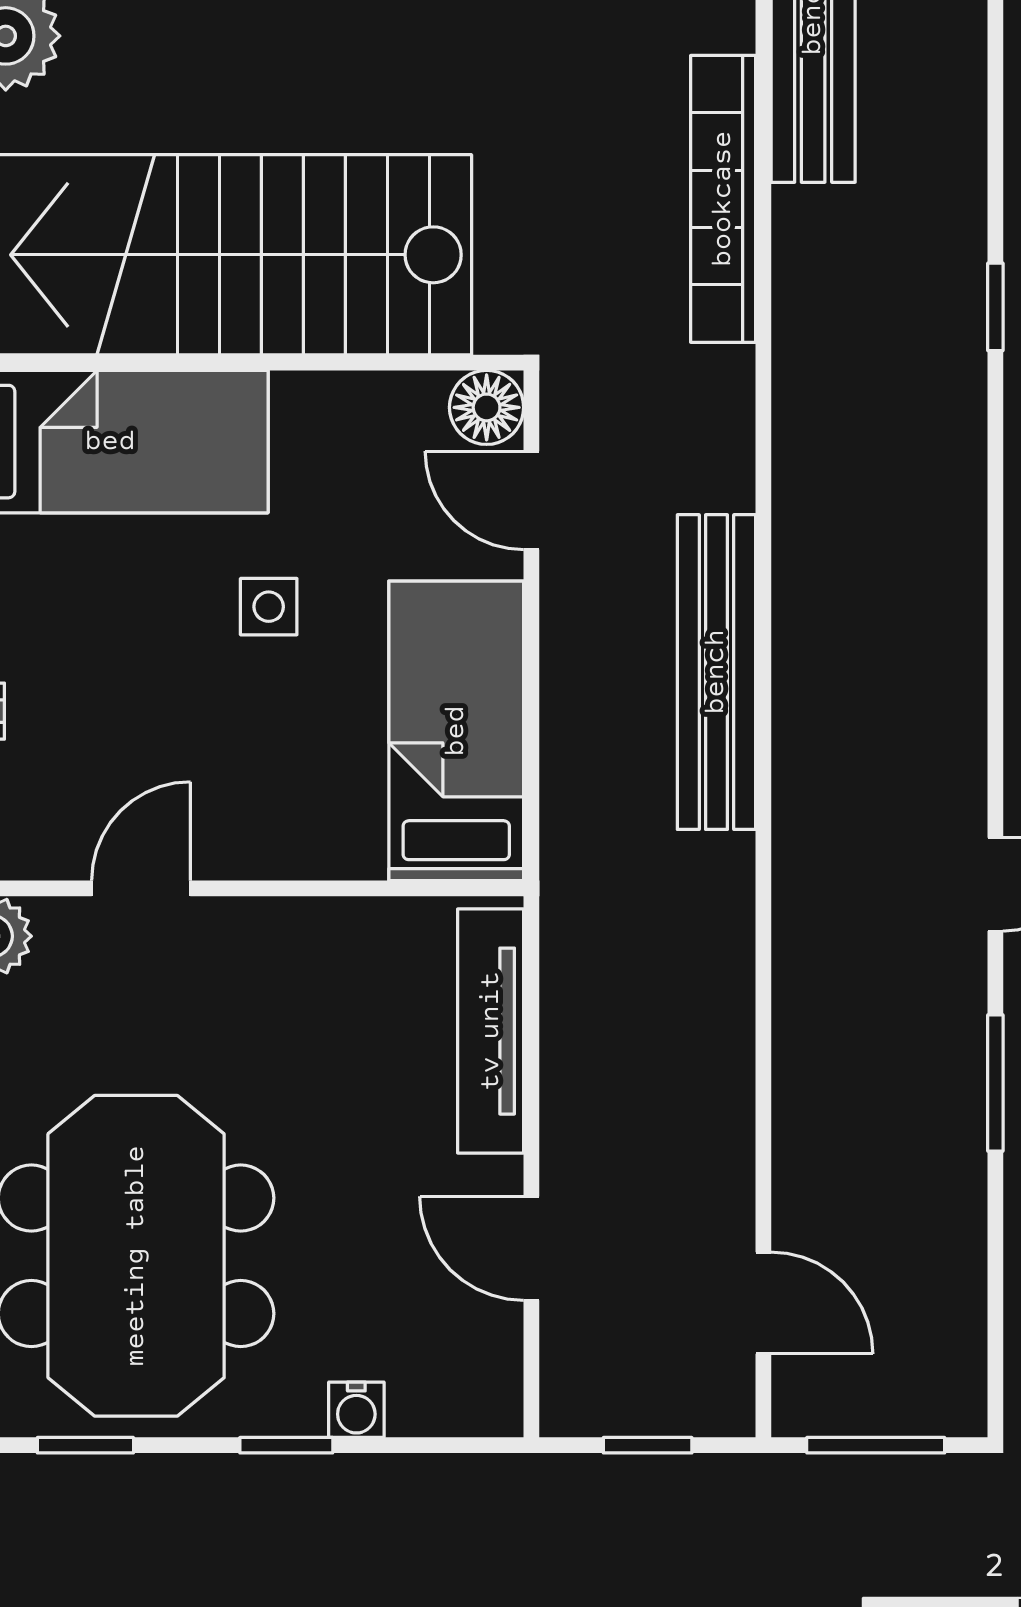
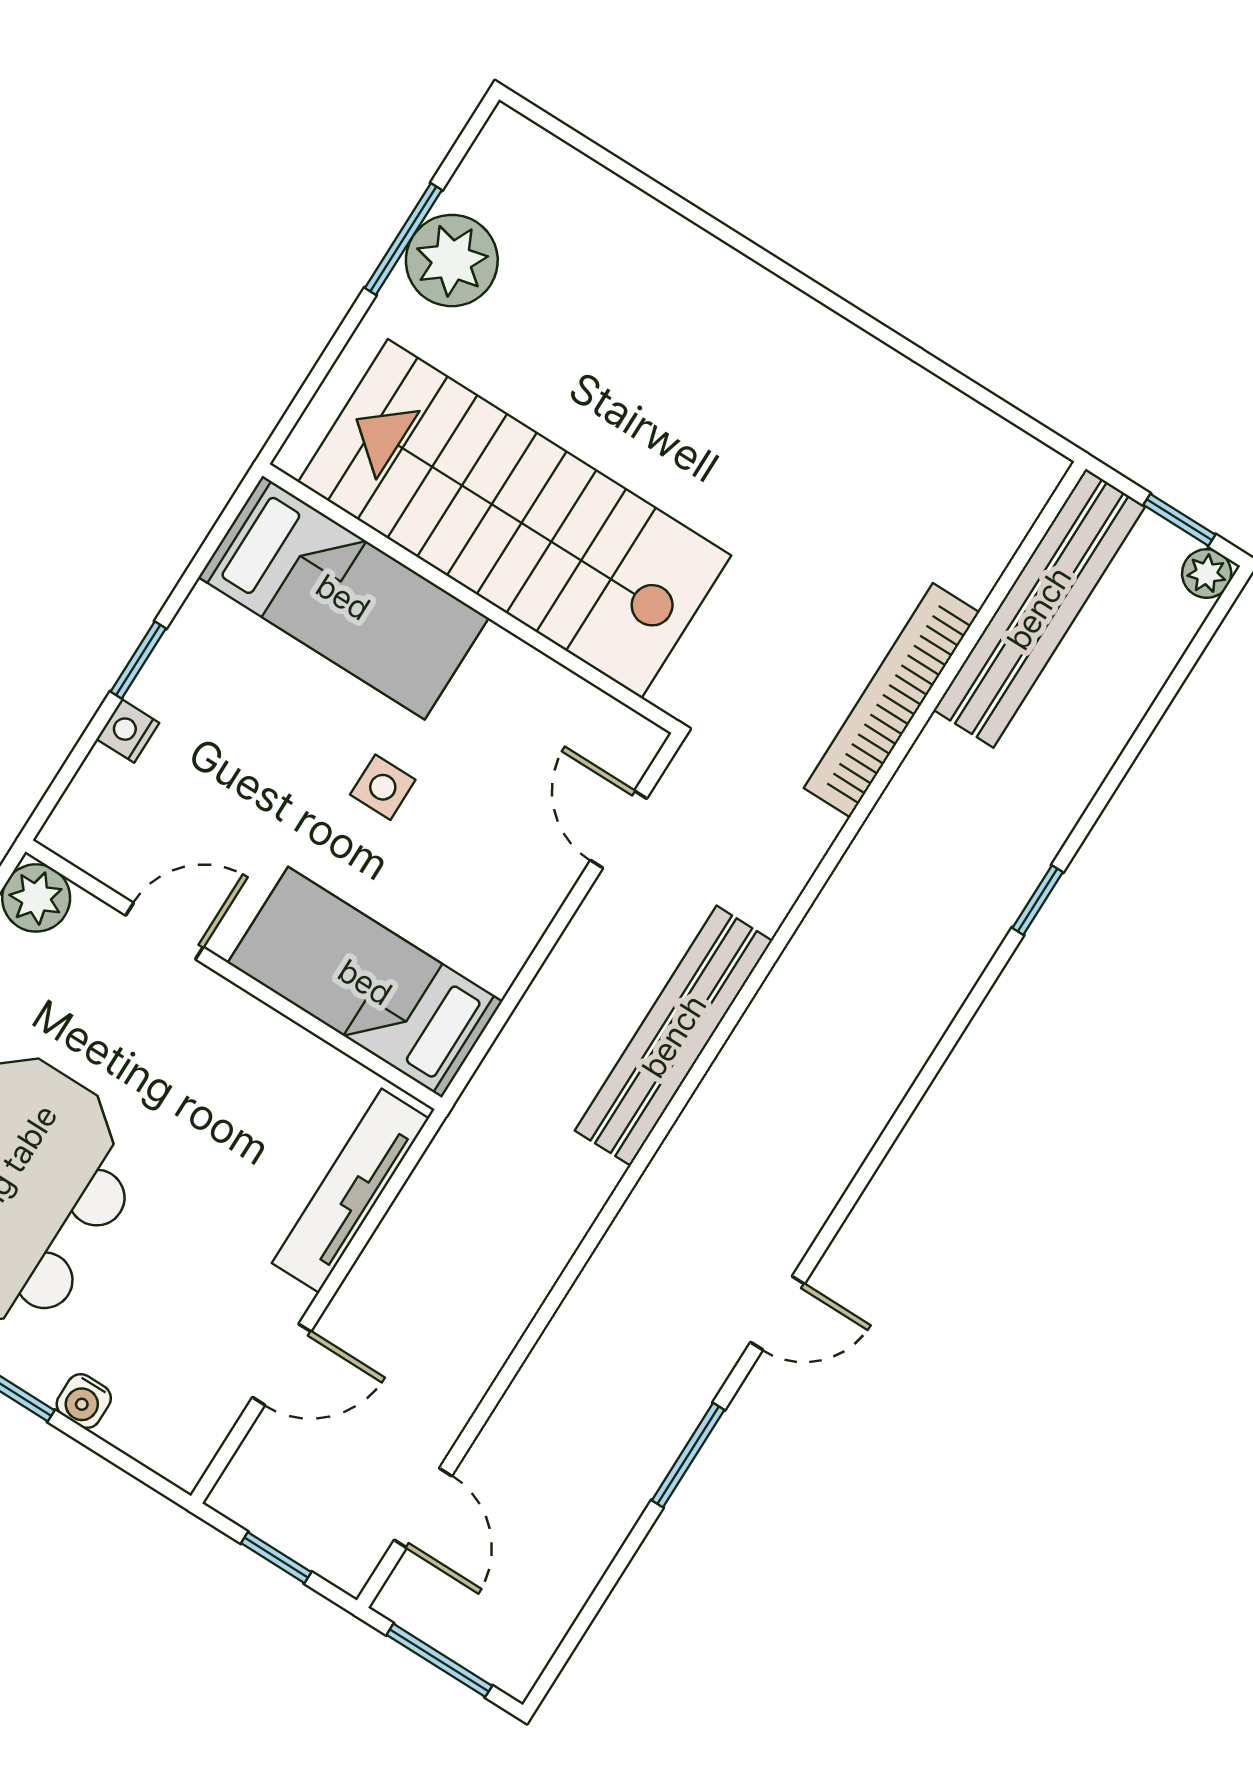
floor lamp: (487, 407) -> (628, 743), removed
bed: (456, 731) -> (365, 982), moved, turned -90
door: (531, 1248) -> (282, 1364), swing flipped

